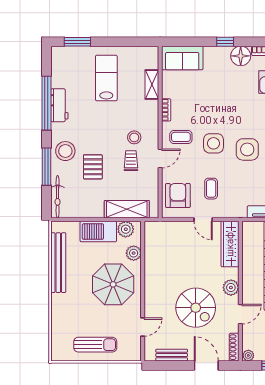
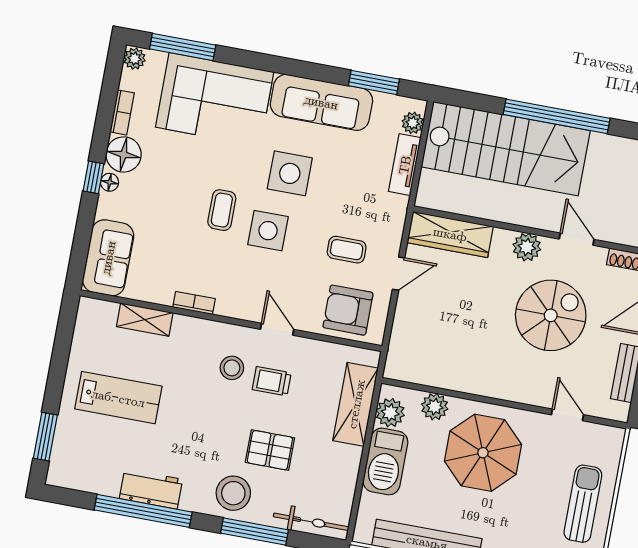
floor lamp: (224, 51) -> (110, 182), added
lab bench: (106, 78) -> (118, 398), turned 180
coffee table: (181, 137) -> (222, 210), moved

